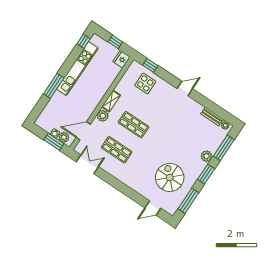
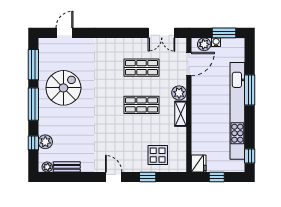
window: (150, 65) -> (148, 177), moved
kitchen unit: (77, 69) -> (237, 111), width x1.36
door: (185, 89) -> (114, 177), swing flipped
window: (54, 142) -> (224, 33), moved
window: (224, 148) -> (33, 143), width x0.46
plant: (206, 156) -> (45, 142), moved
window: (206, 174) -> (33, 104), width x1.44
spiral stairs: (170, 177) -> (63, 88), moved, turned -90

